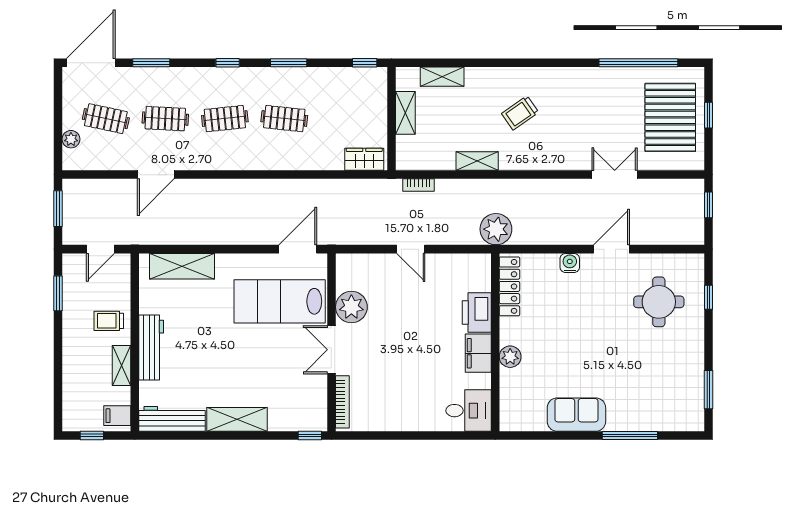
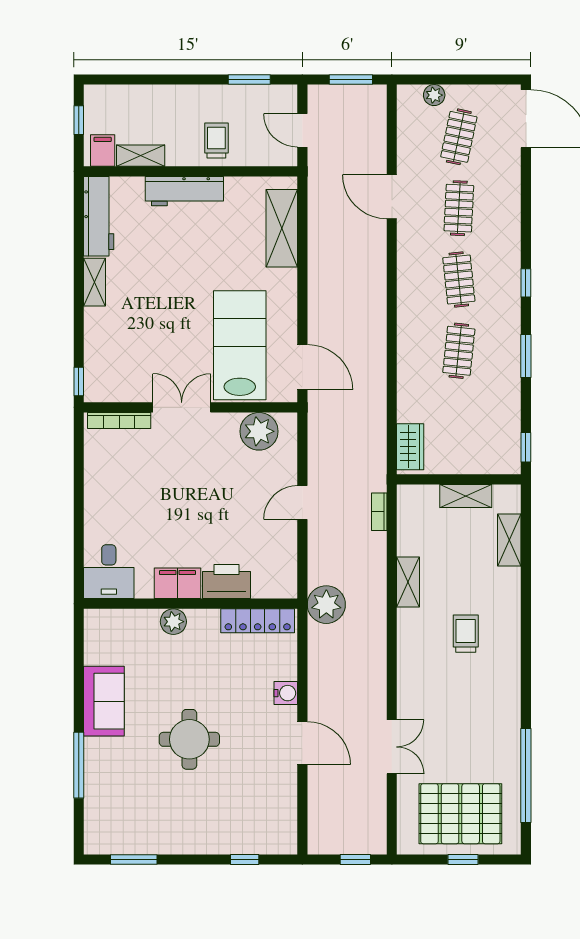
window: (151, 63) -> (526, 191), removed
trolley: (520, 113) -> (466, 634), turned 35
round table: (659, 302) -> (189, 739), moved
plant: (351, 307) -> (259, 431), moved
shelving: (121, 366) -> (141, 156), moved
shelving: (237, 419) -> (95, 282), width x0.67, depth x0.75

